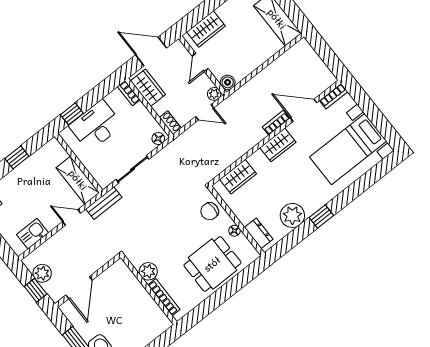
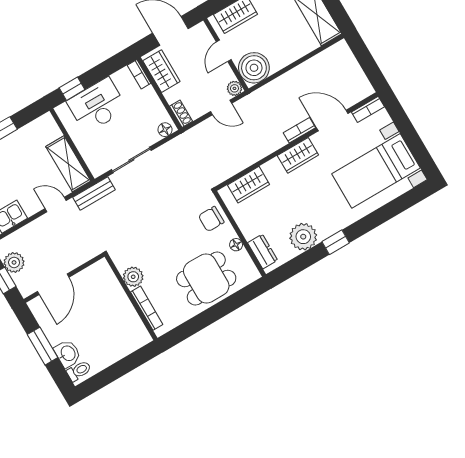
boiler: (228, 82) -> (254, 68), width x1.86, depth x1.86

